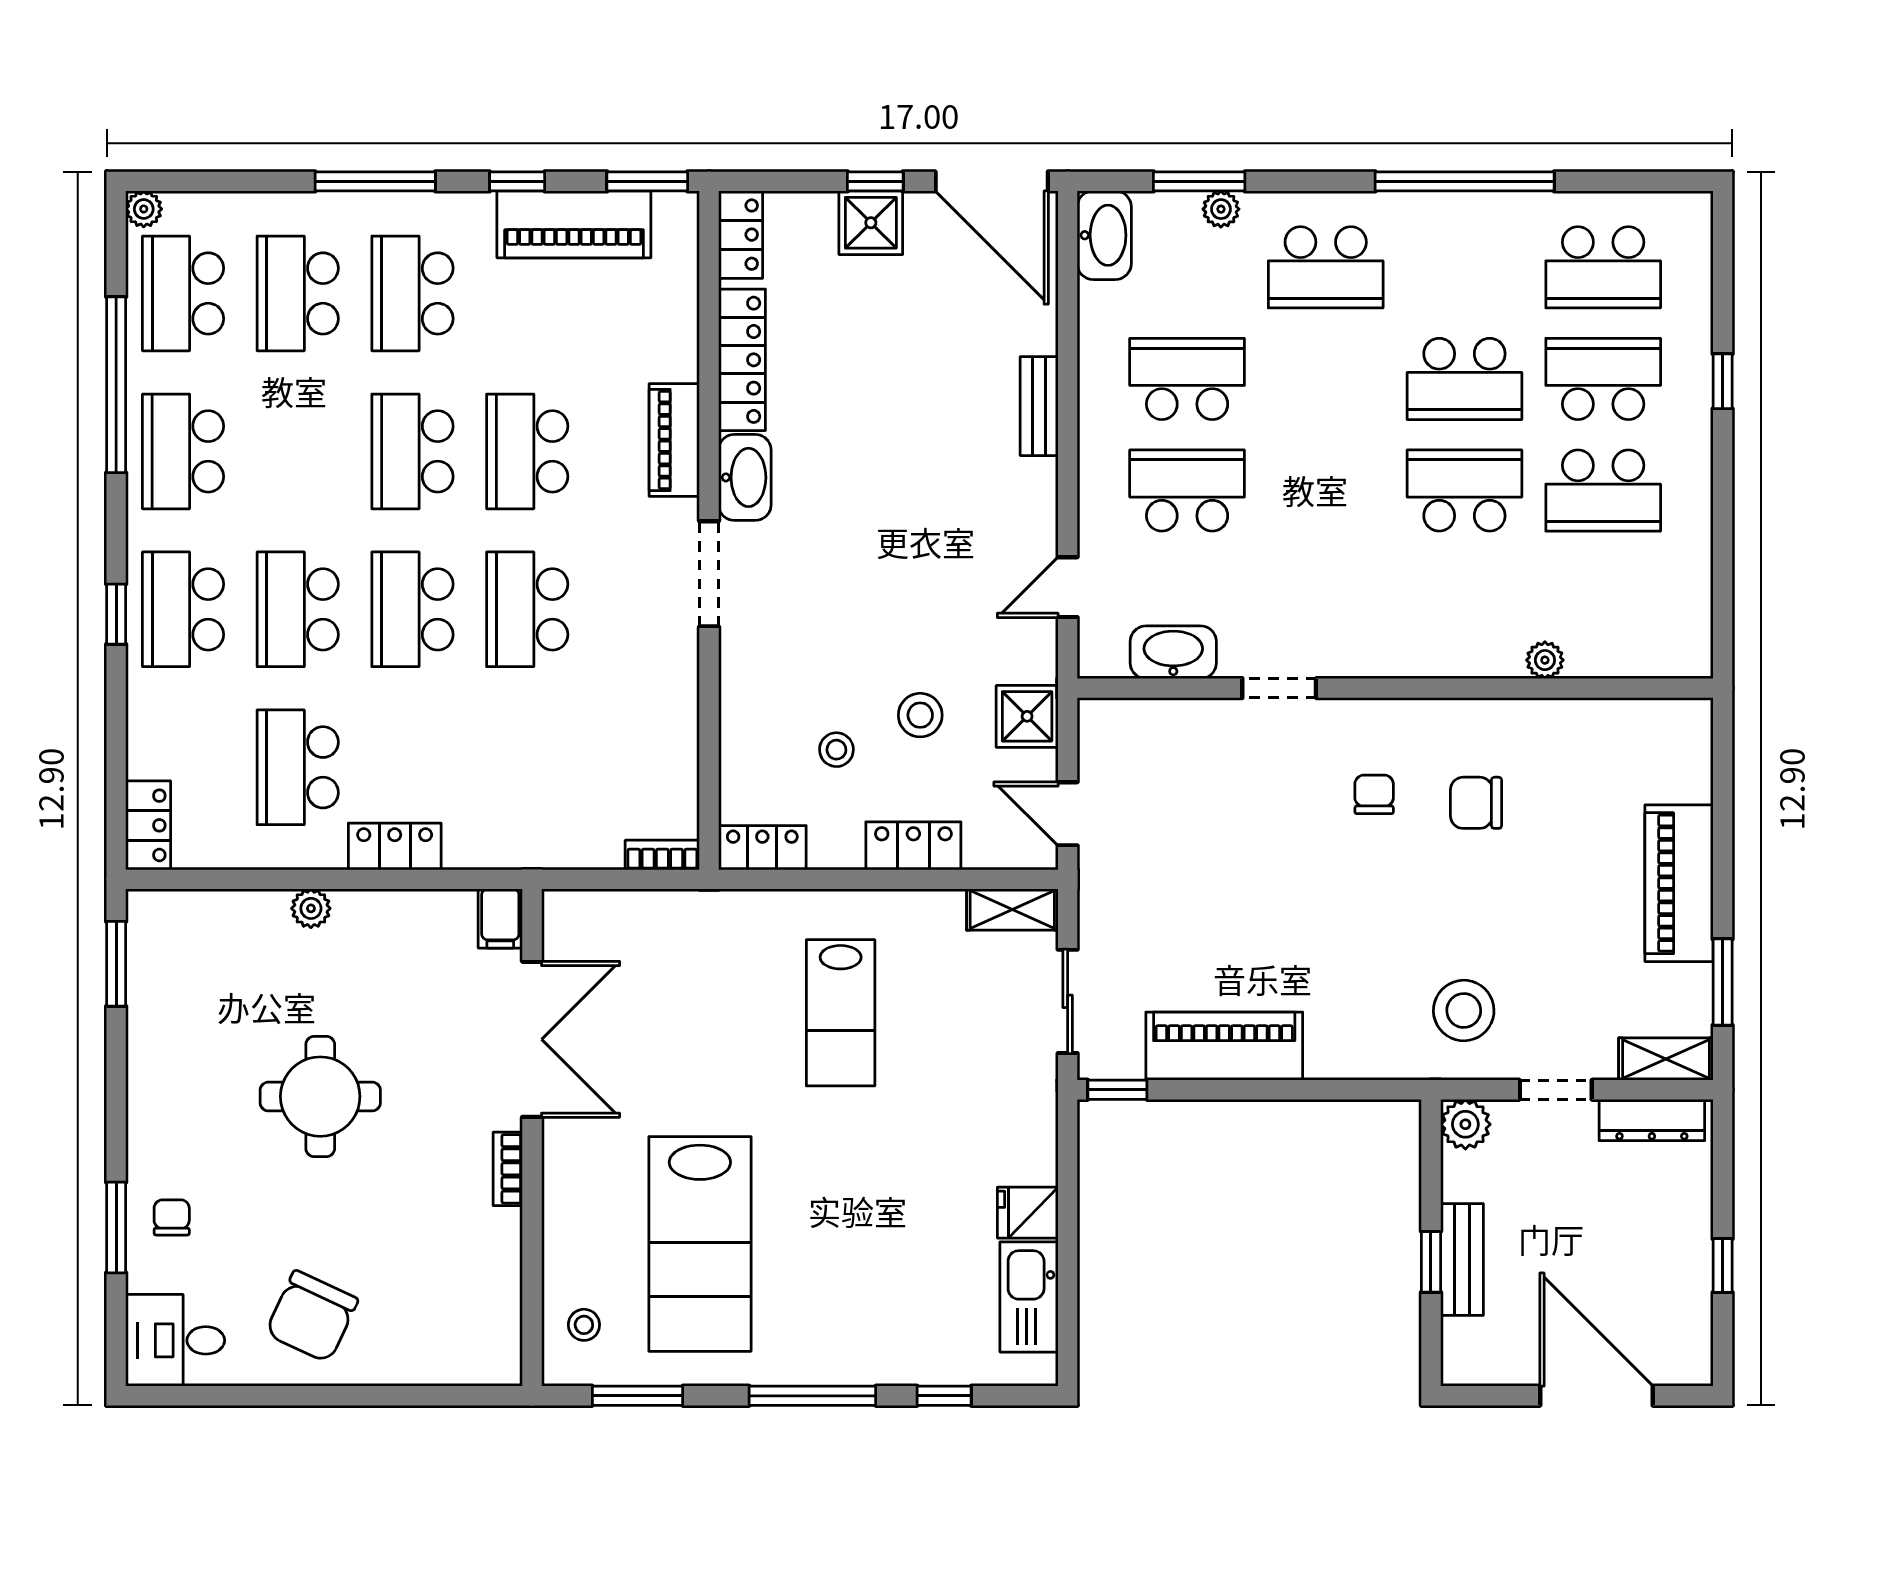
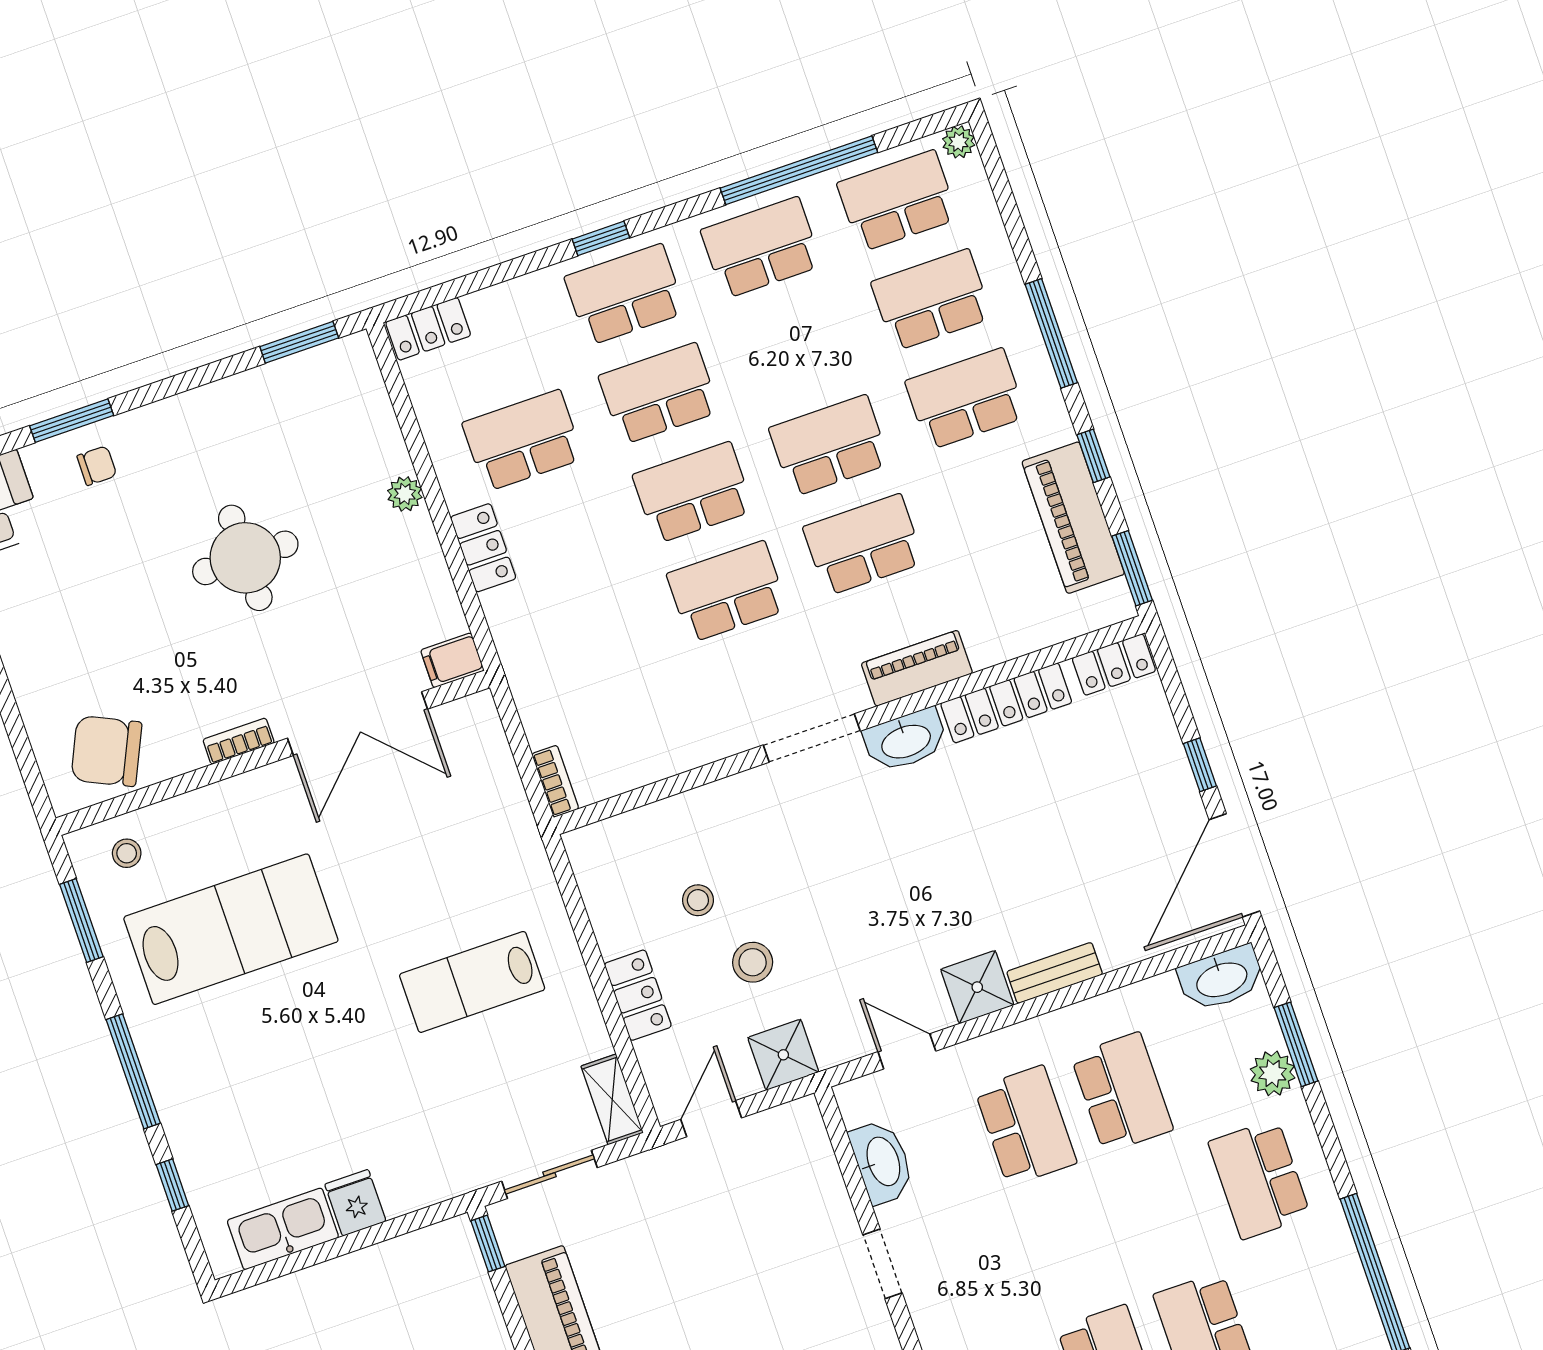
plant: (1221, 209) -> (1273, 1073), width x1.38, depth x1.38
shower: (871, 223) -> (977, 987), moved
locker: (762, 848) -> (591, 865), removed
lab bench: (700, 1244) -> (231, 929), turned 180
chair: (312, 1316) -> (106, 751), moved

